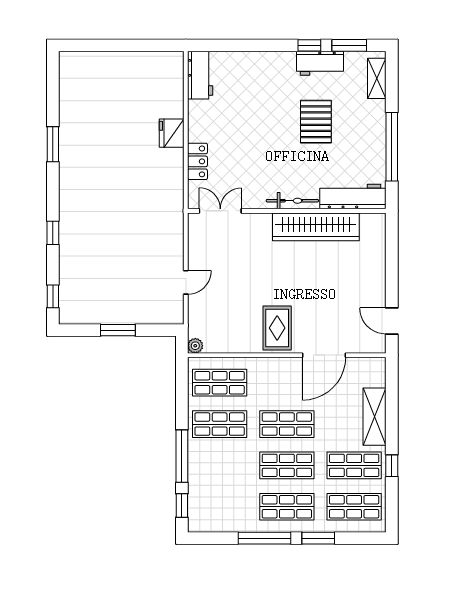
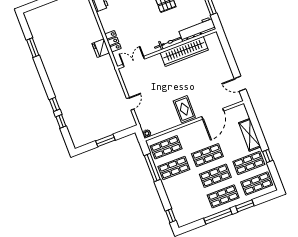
fridge: (172, 133) -> (101, 48), moved
window: (53, 144) -> (33, 48), moved
window: (53, 296) -> (61, 121), moved
window: (182, 456) -> (152, 167), moved

